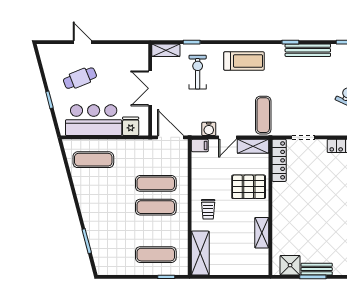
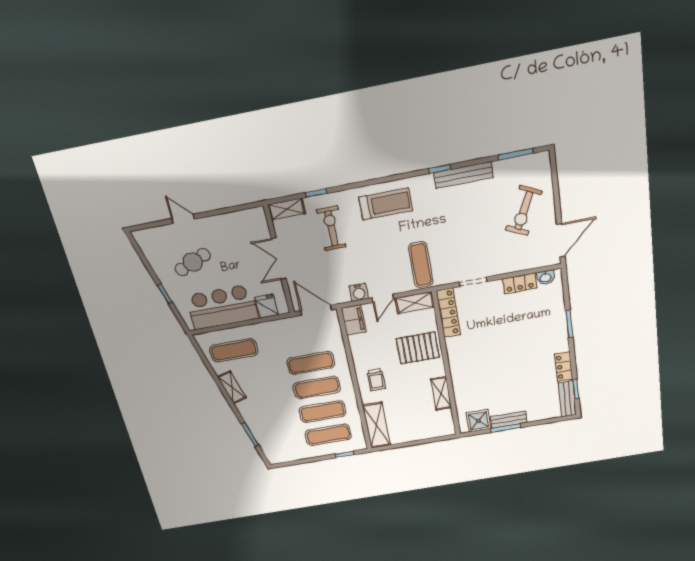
filing cabinet: (200, 145) -> (354, 320), width x2.00
shelving: (83, 193) -> (232, 387), added
exercise mat: (156, 231) -> (323, 412), added

